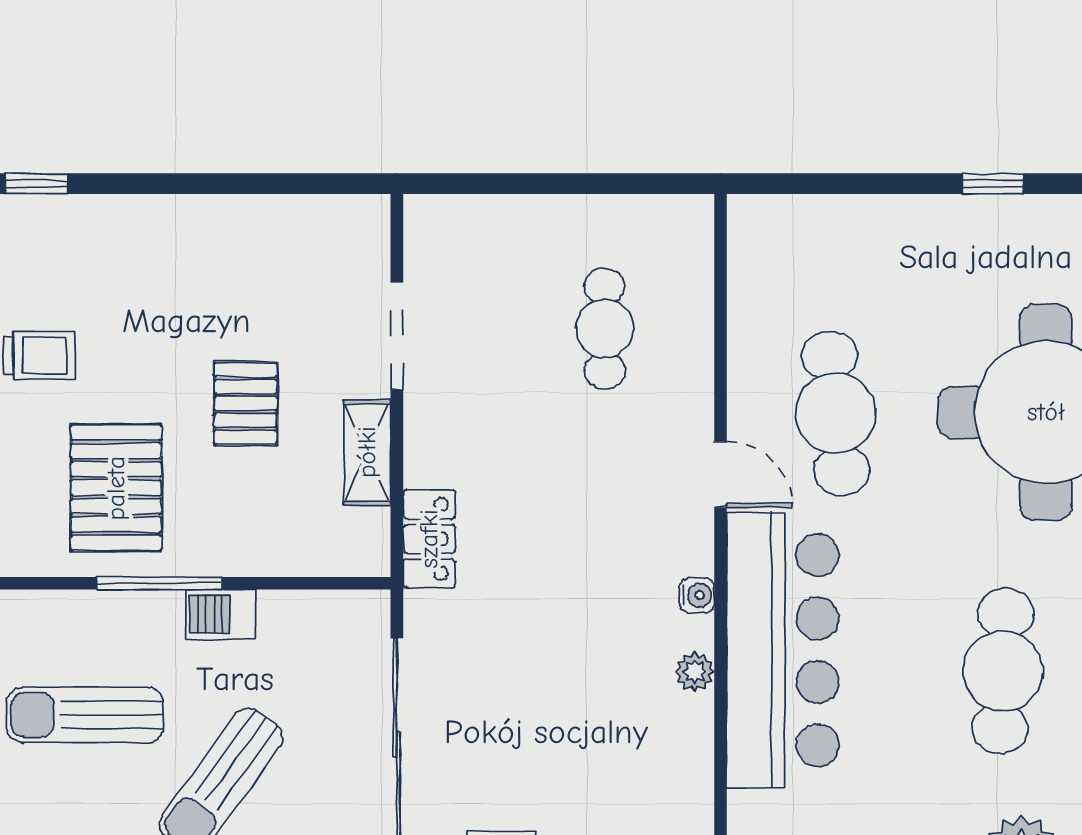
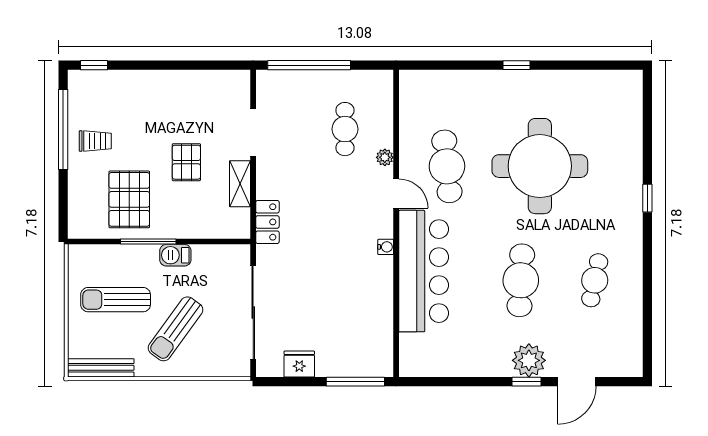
window: (524, 184) -> (309, 65), added
plant: (695, 672) -> (385, 157), moved

